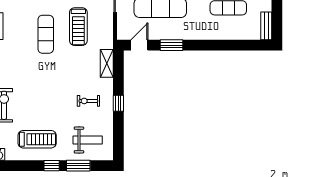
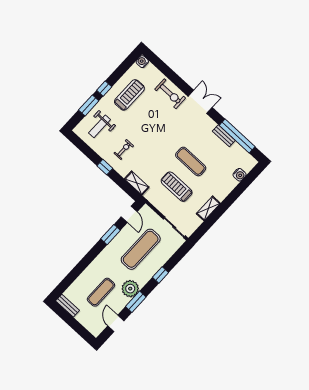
treadmill: (37, 139) -> (129, 95), turned 180

